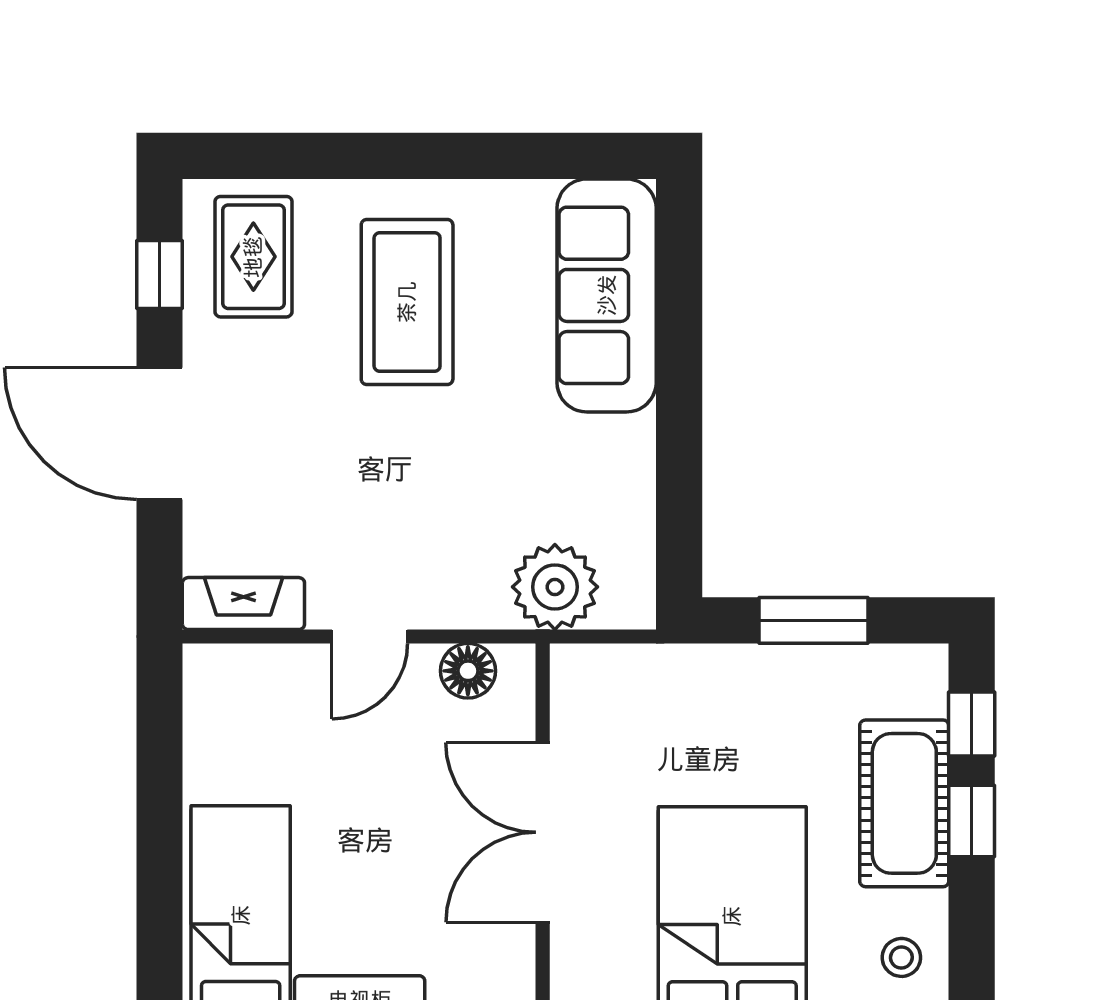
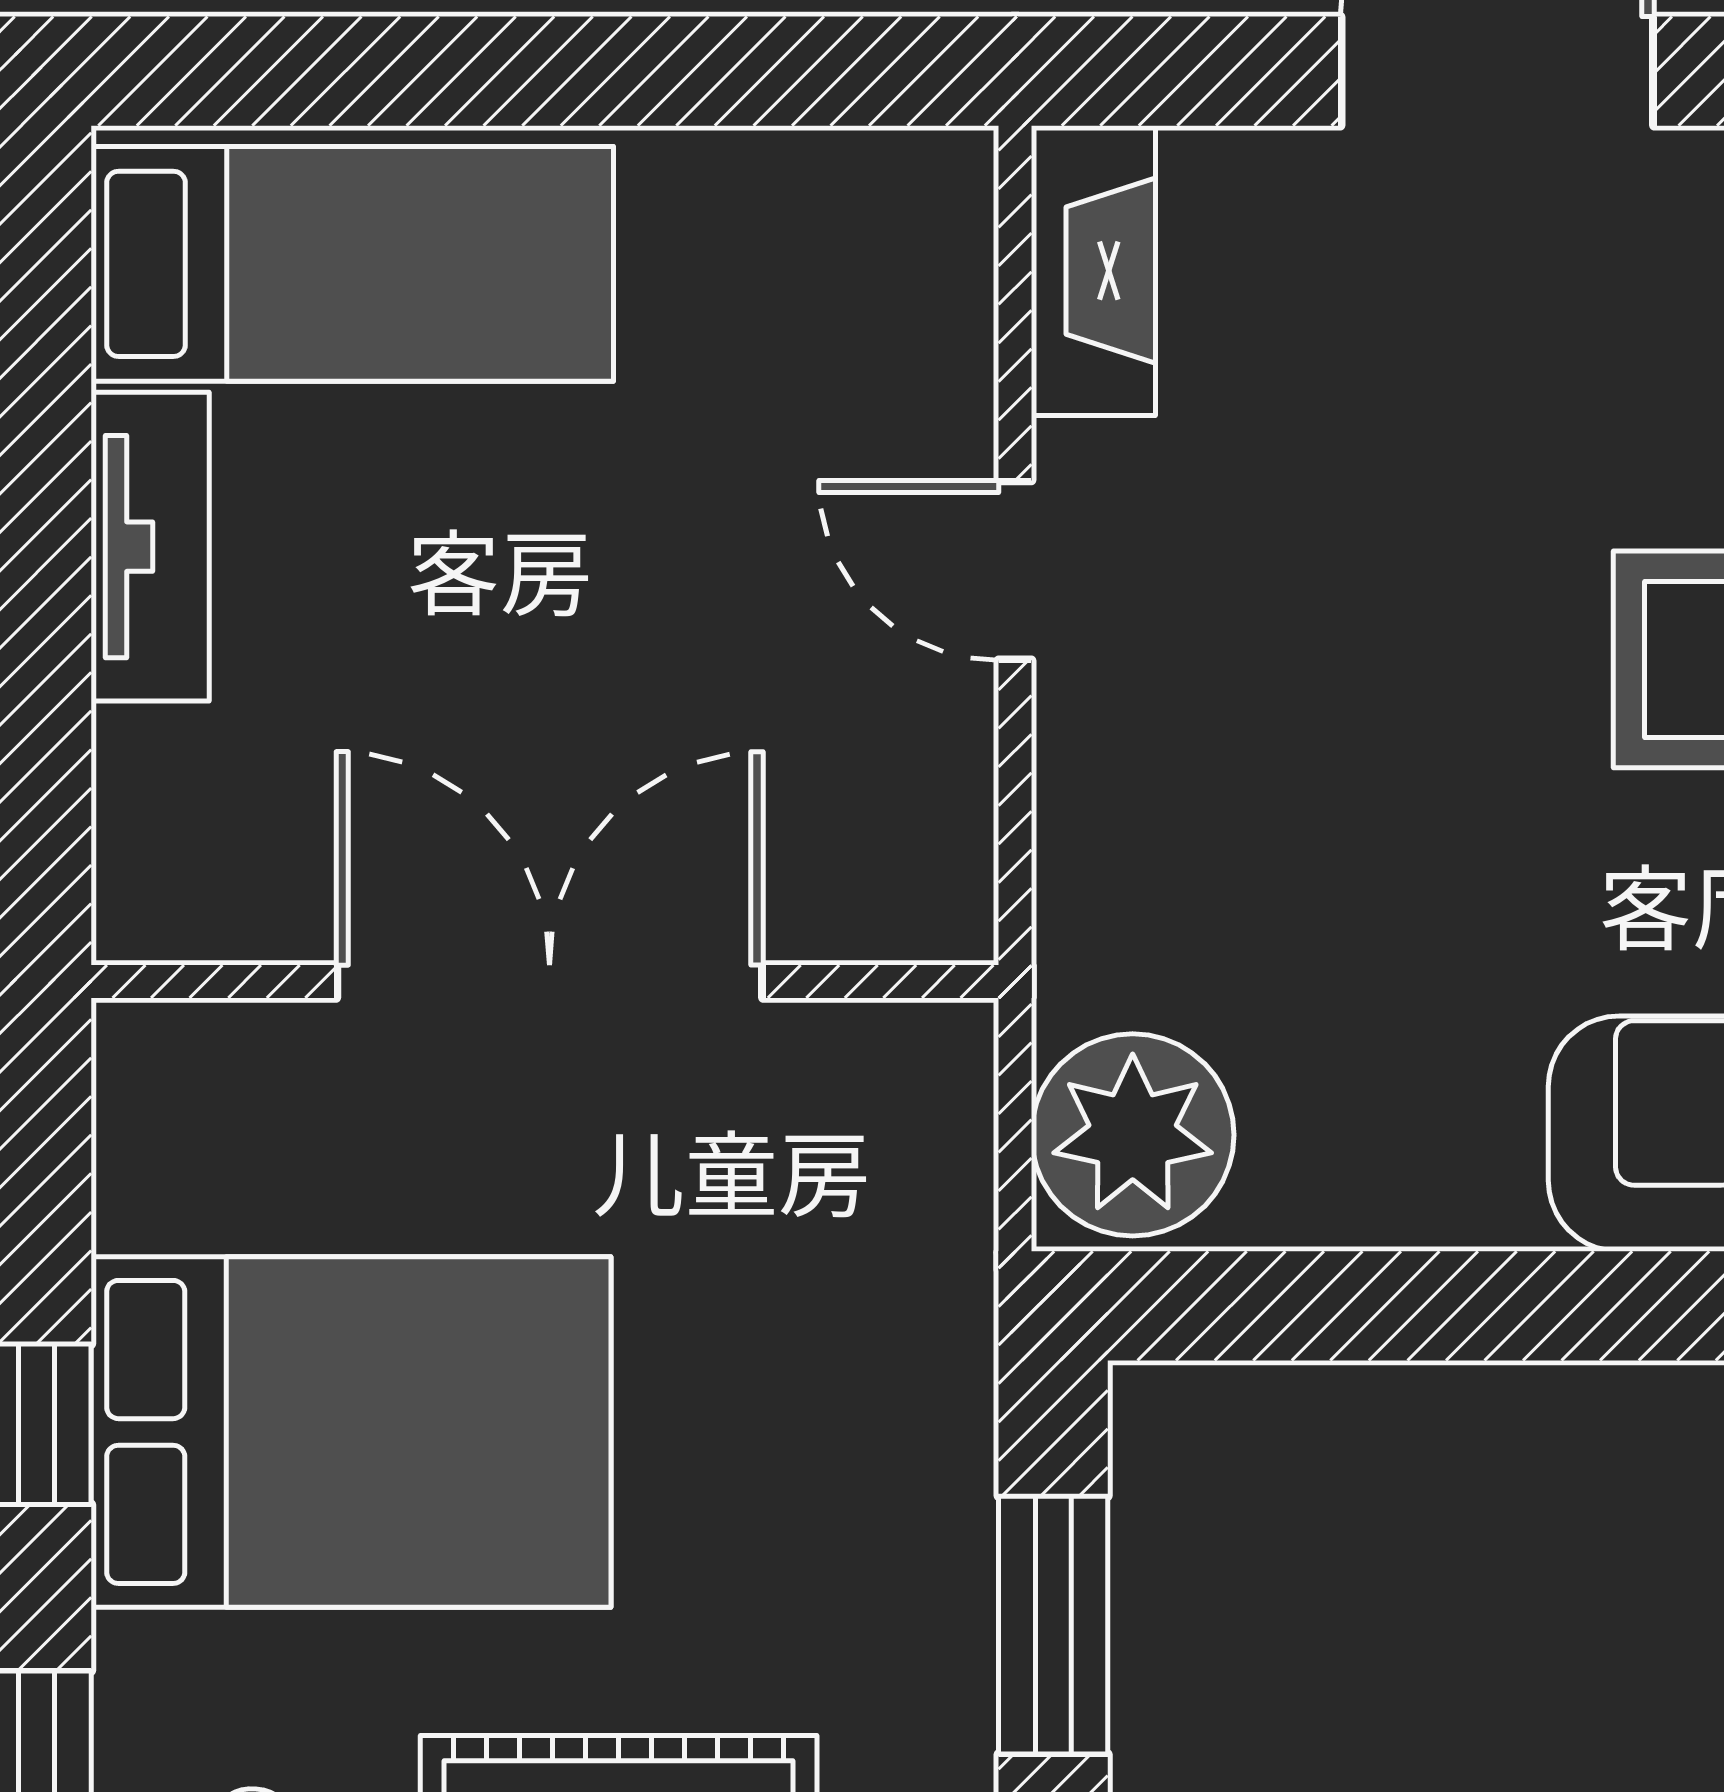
plant: (555, 587) -> (1133, 1135), moved
floor lamp: (468, 671) -> (934, 804), removed

